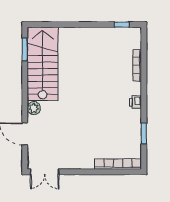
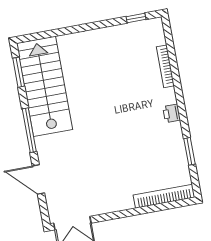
window: (25, 95) -> (29, 130), added
plant: (34, 108) -> (44, 145), removed

